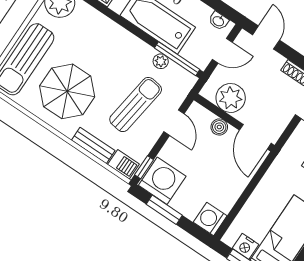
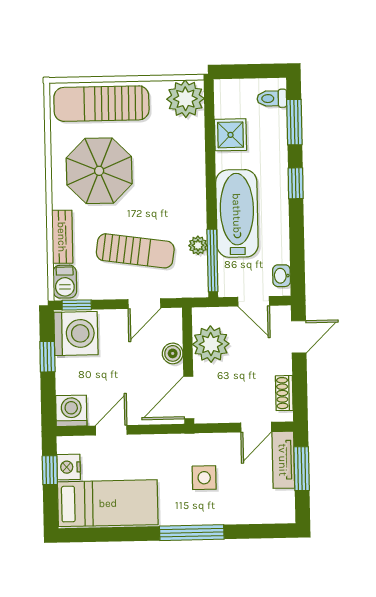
door: (241, 202) -> (111, 430), added
window: (164, 210) -> (47, 357), width x0.67

